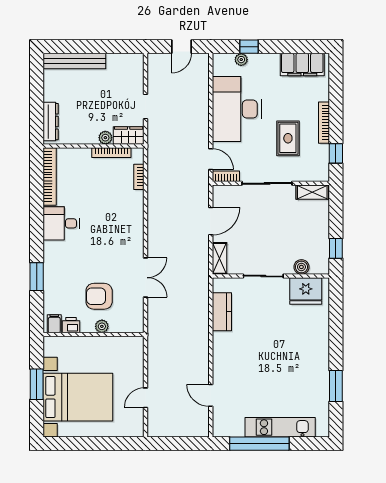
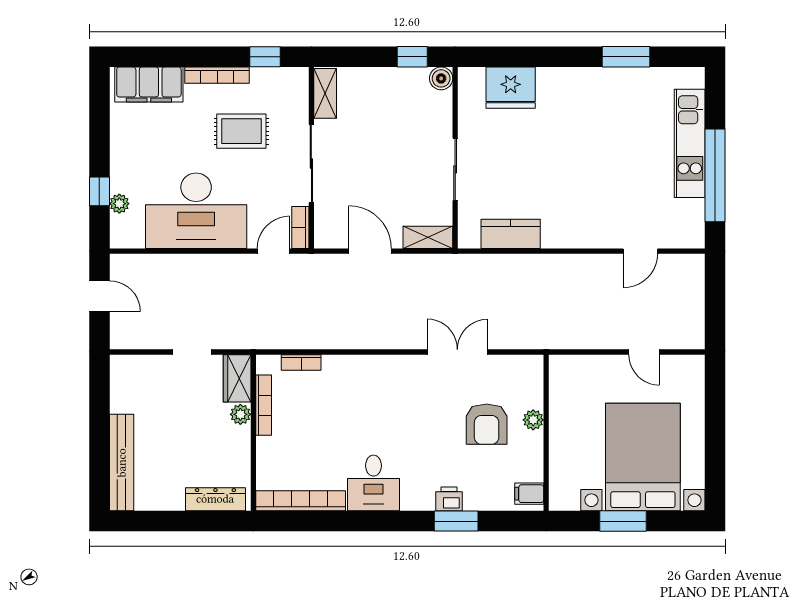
filing cabinet: (302, 65) -> (149, 84), moved, turned 90
boiler: (301, 267) -> (441, 78), moved
fridge: (306, 291) -> (511, 88), moved, turned 90
printer: (71, 325) -> (449, 499), moved, turned 90

